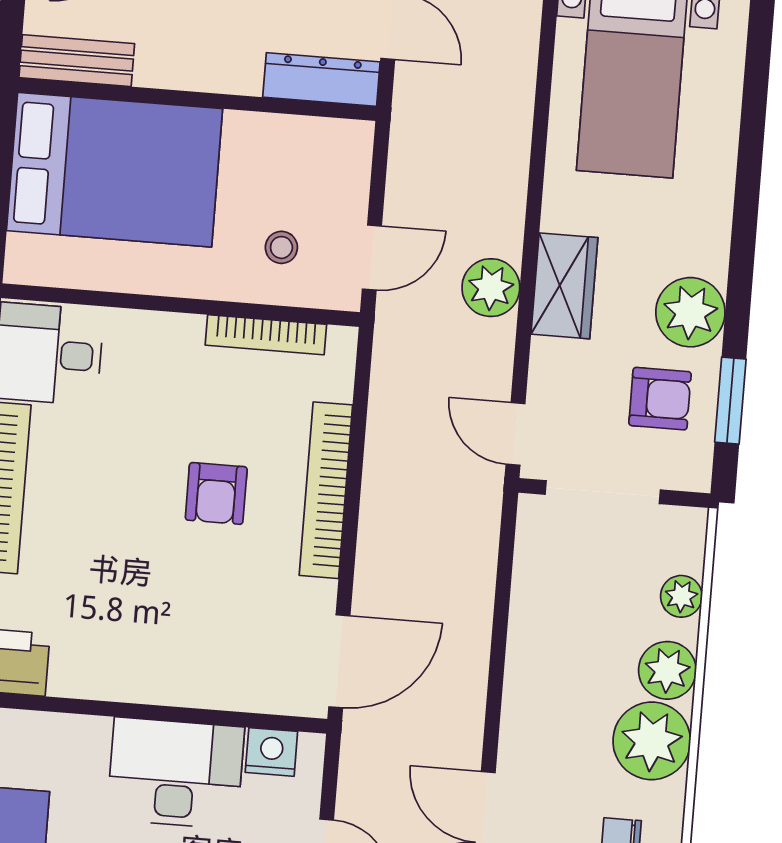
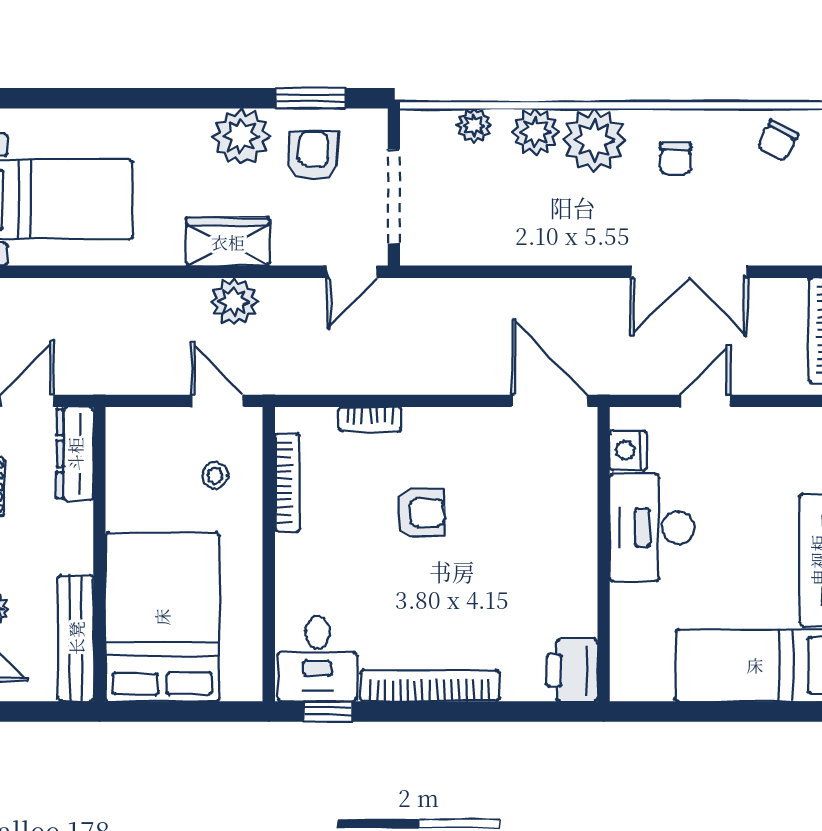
bench: (77, 61) -> (76, 638), width x1.36
bookcase: (326, 490) -> (370, 419), width x0.43, depth x0.76

